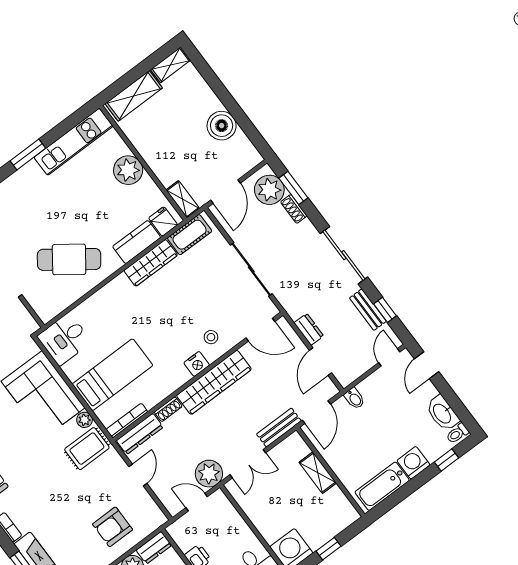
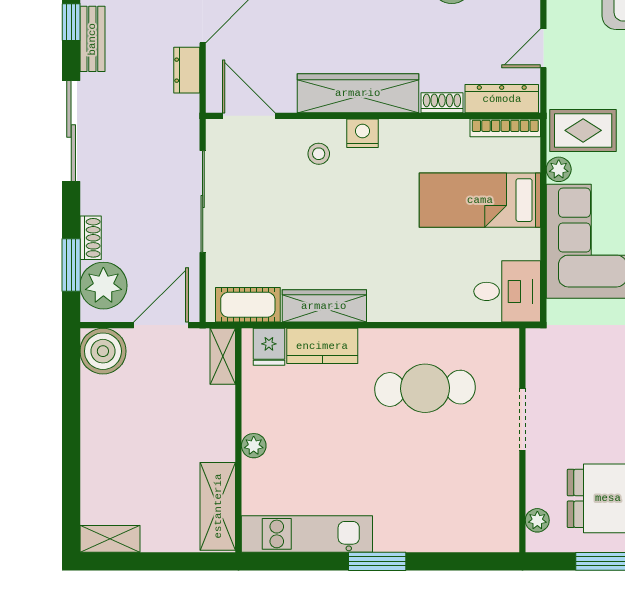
shelving: (134, 96) -> (218, 506), moved, turned 90
boiler: (222, 126) -> (103, 351), moved
plant: (128, 170) -> (254, 446), width x0.53, depth x0.53
cafe table: (69, 259) -> (425, 388), turned -38

